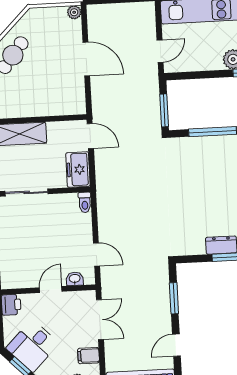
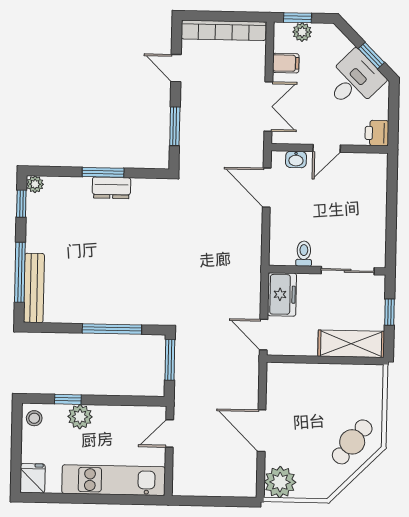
plant: (74, 12) -> (280, 482), width x1.87, depth x1.87
toilet: (85, 202) -> (304, 254), moved
door: (97, 254) -> (267, 188), width x1.38
double door: (100, 320) -> (268, 107), swing flipped
door: (176, 345) -> (176, 68), swing flipped

